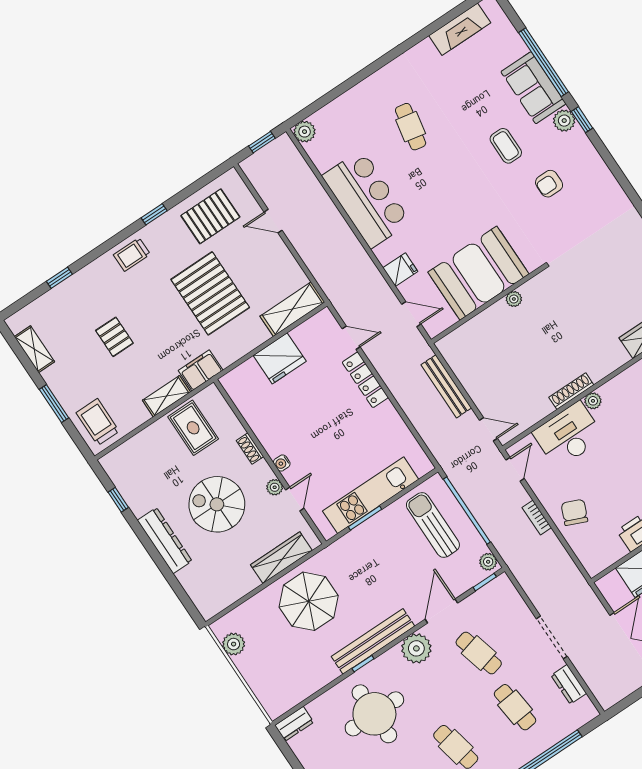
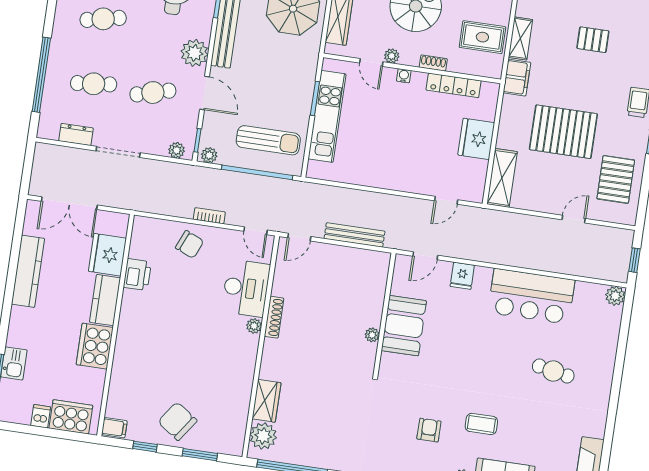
booth: (478, 273) -> (404, 326), width x0.73, depth x0.70
locker: (365, 380) -> (454, 85), moved, turned 180
plant: (508, 592) -> (177, 150), added

